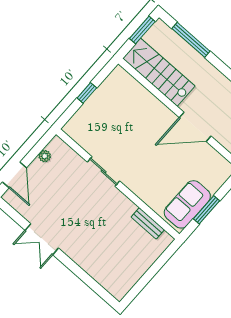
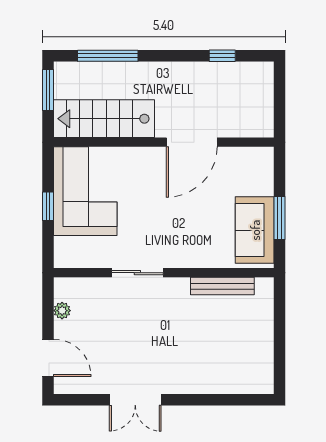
corner sofa: (114, 103) -> (85, 191), added
bench: (148, 223) -> (222, 286), width x1.36

